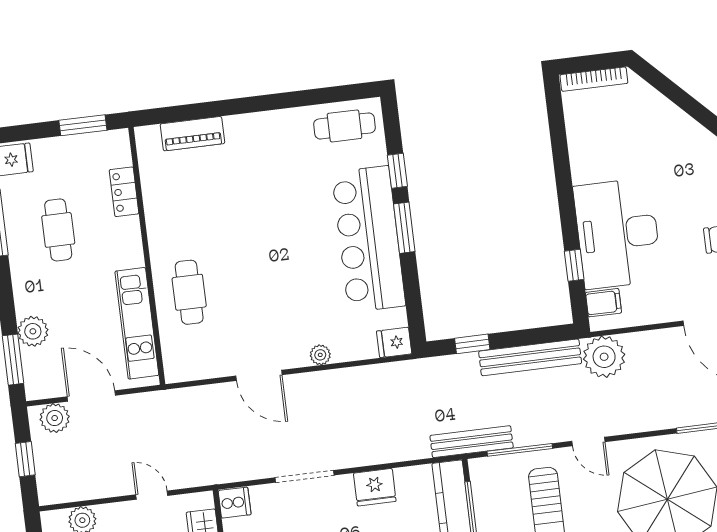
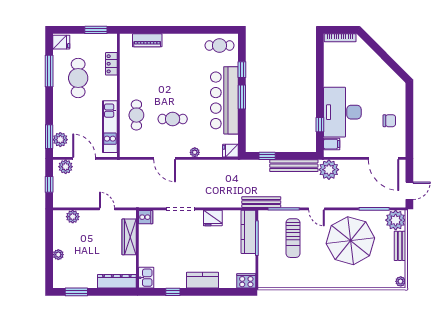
cafe table: (58, 230) -> (78, 78), width x1.37, depth x1.35
cafe table: (266, 291) -> (173, 119), added
plant: (33, 331) -> (60, 140), moved

